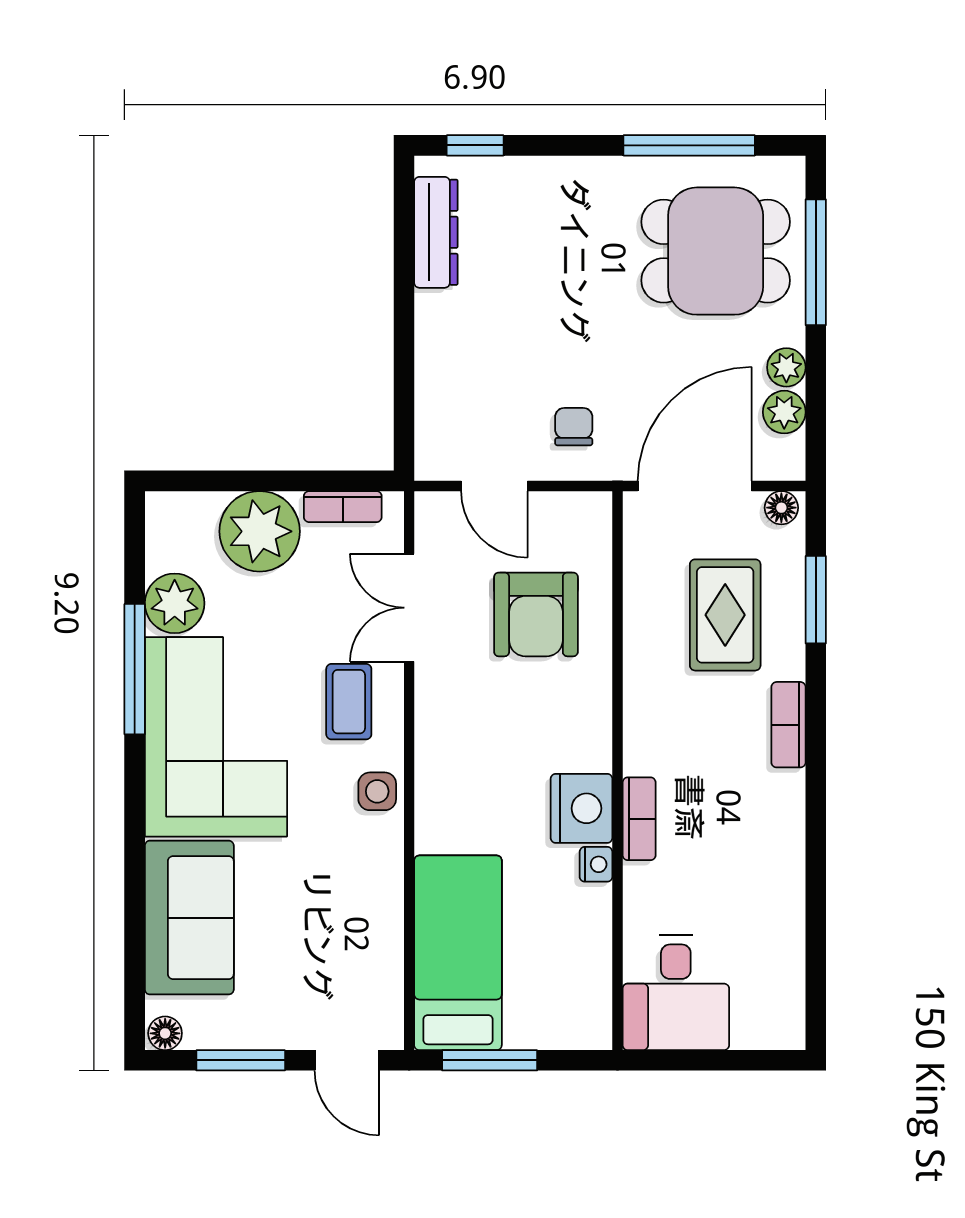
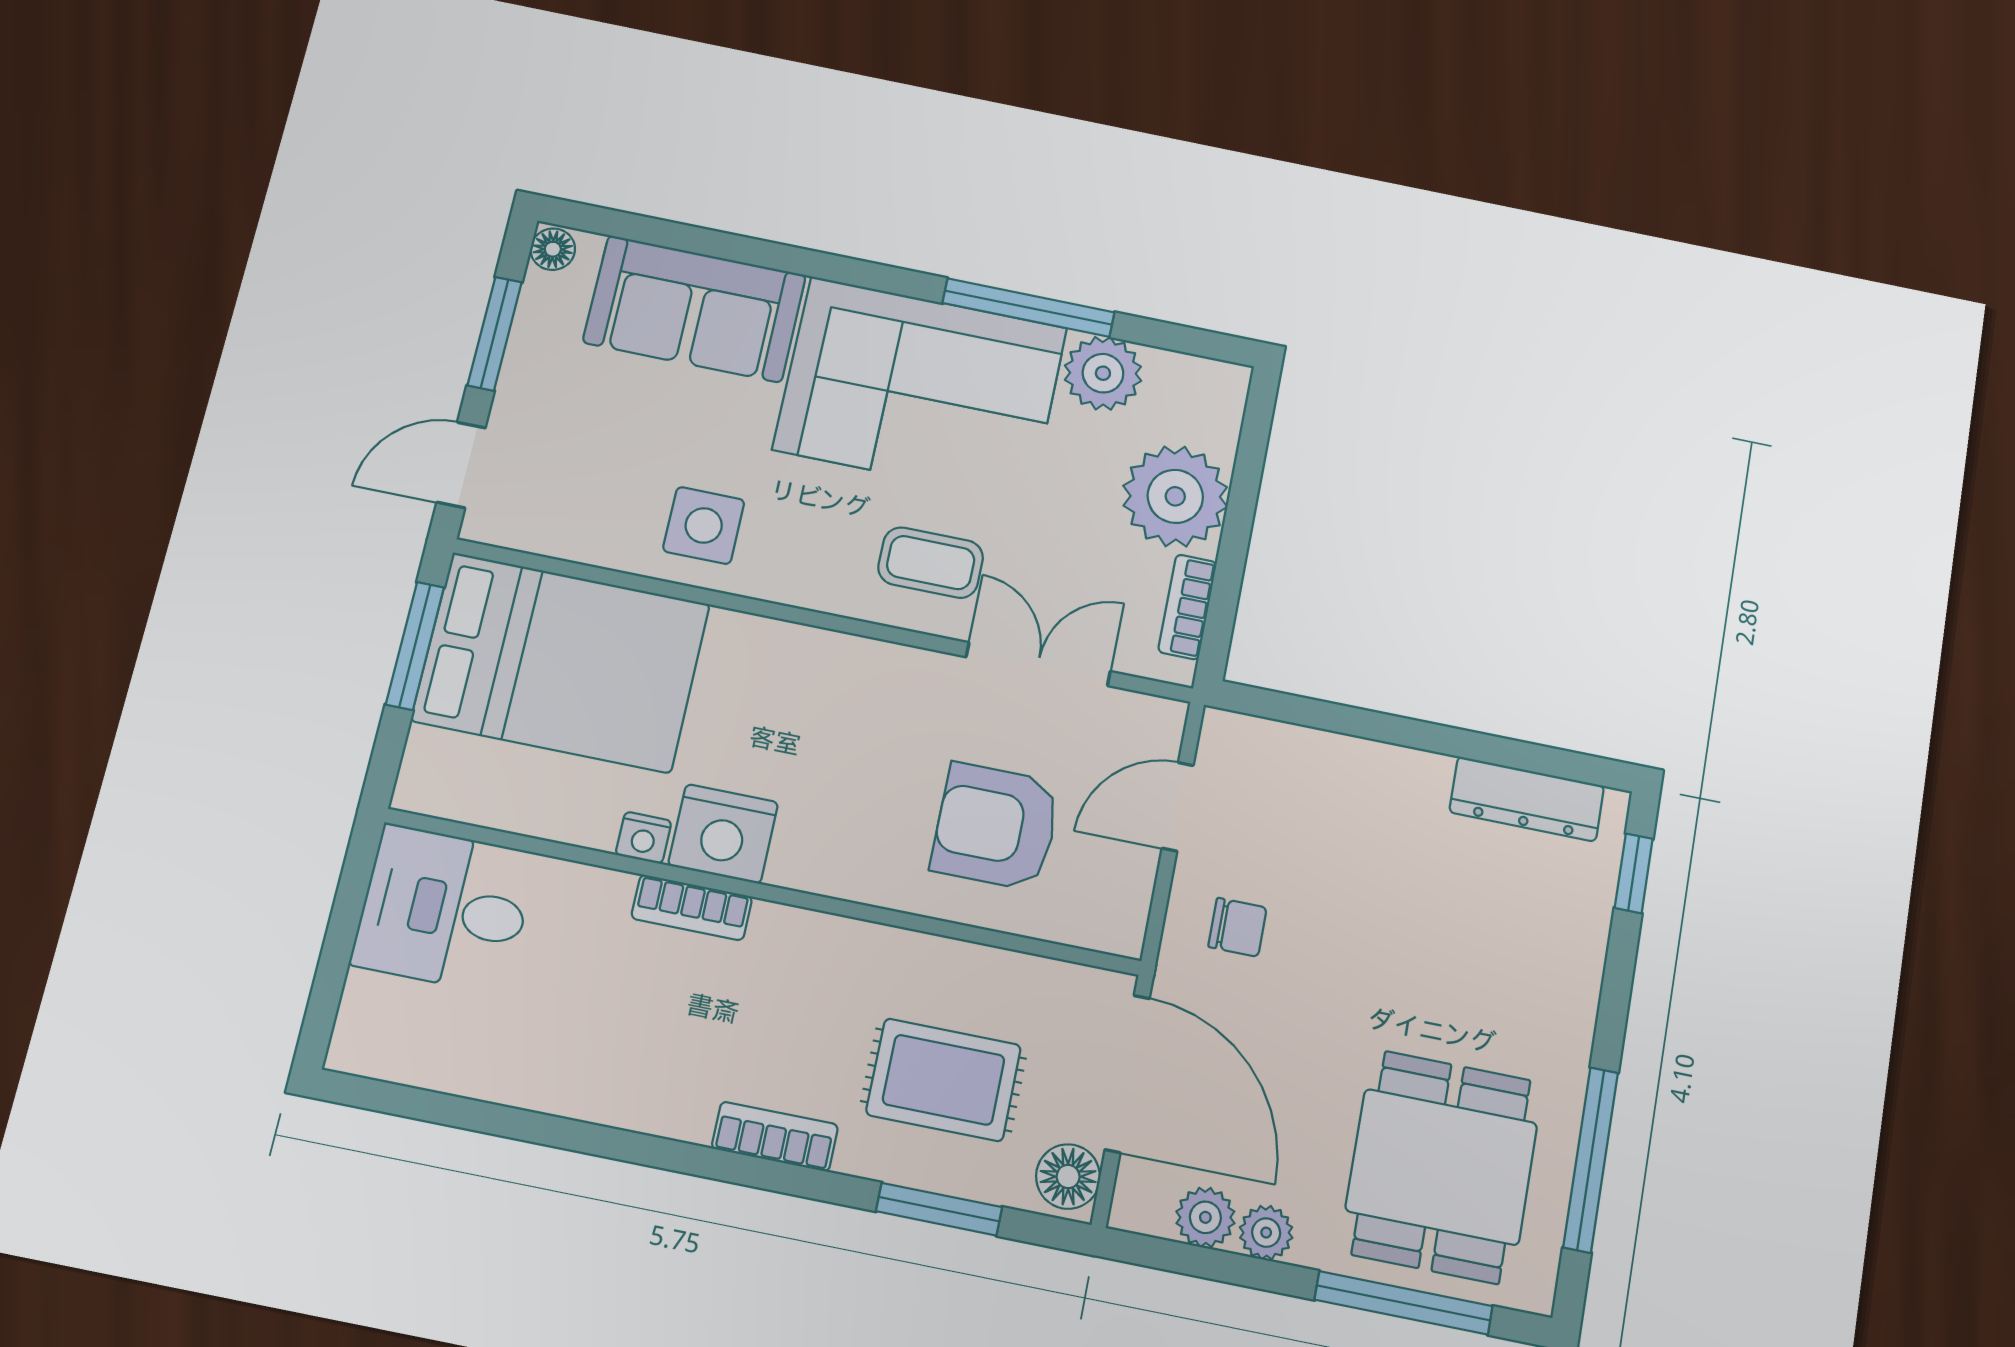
floor lamp: (781, 508) -> (1068, 1177), width x1.37, depth x1.37
side table: (377, 791) -> (704, 525), moved, width x1.37, depth x1.37
bed: (458, 953) -> (561, 662), width x1.50

